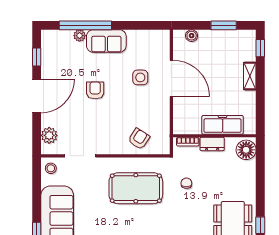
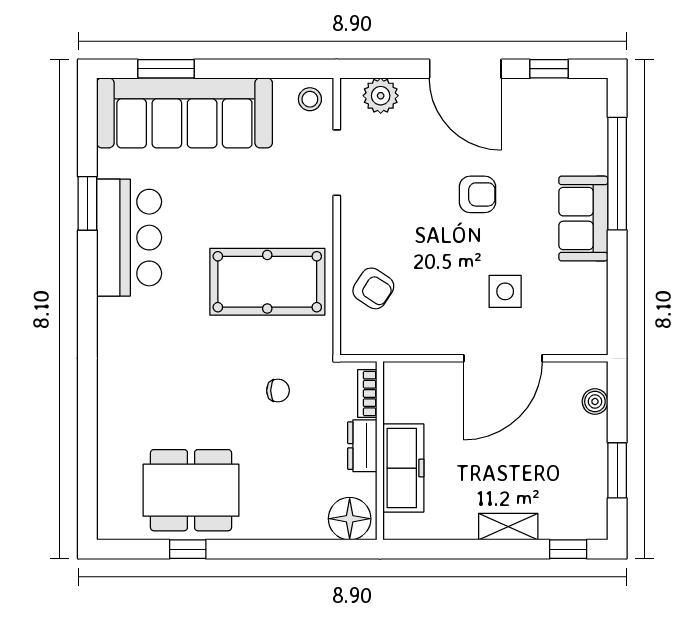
plant: (80, 36) -> (595, 161), removed
pool table: (136, 188) -> (267, 282), turned 90

